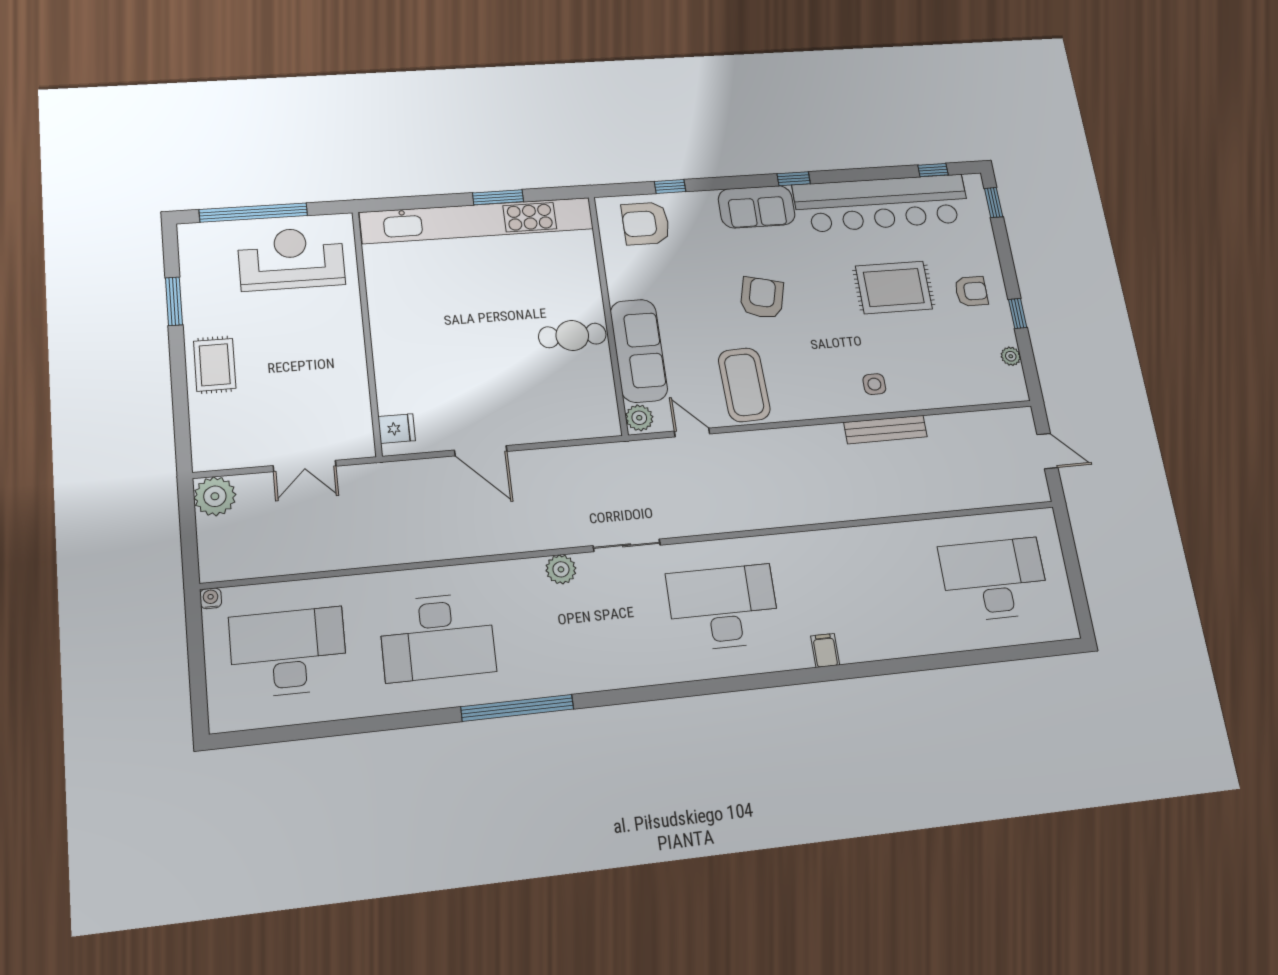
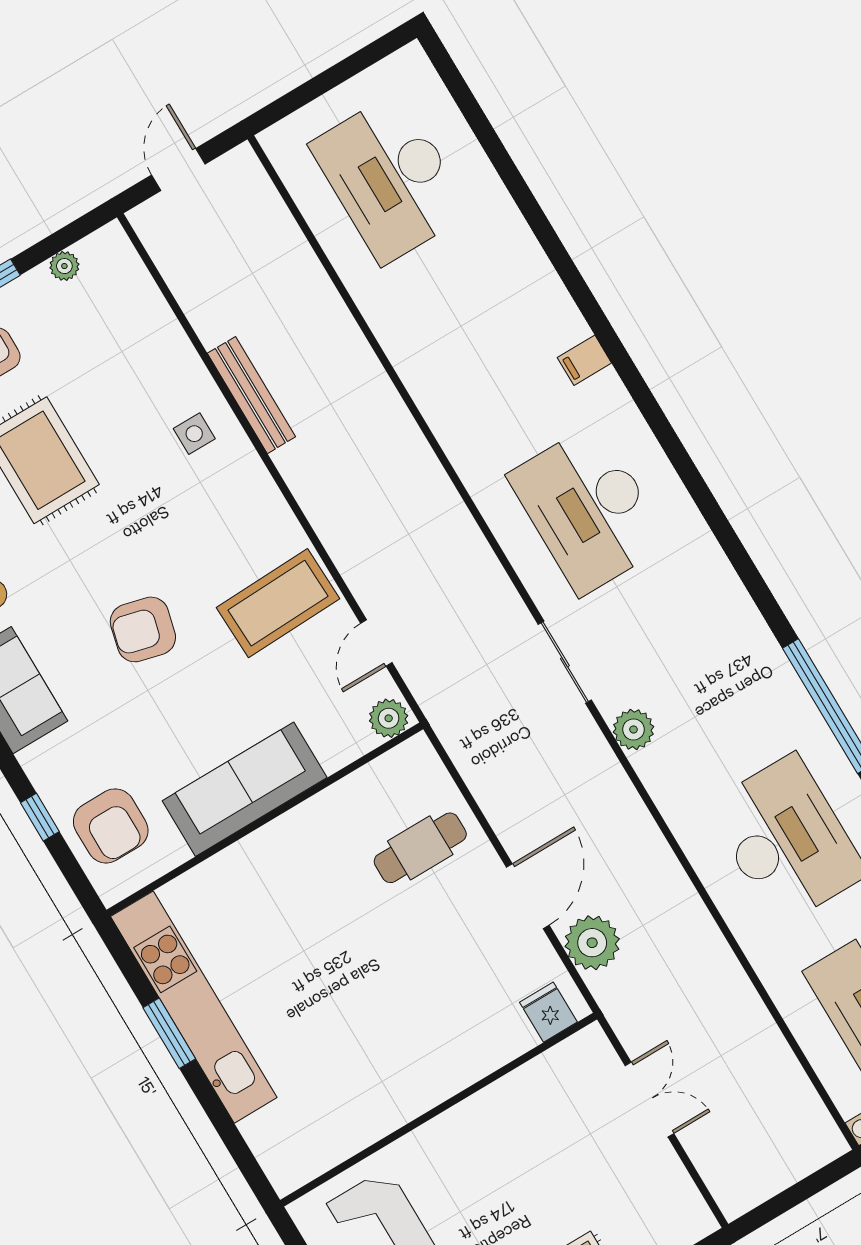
kitchen unit: (477, 221) -> (194, 1007), width x0.73
cafe table: (572, 335) -> (420, 848), moved, turned 90
sofa: (639, 351) -> (245, 789), moved
plant: (215, 496) -> (592, 943), moved

